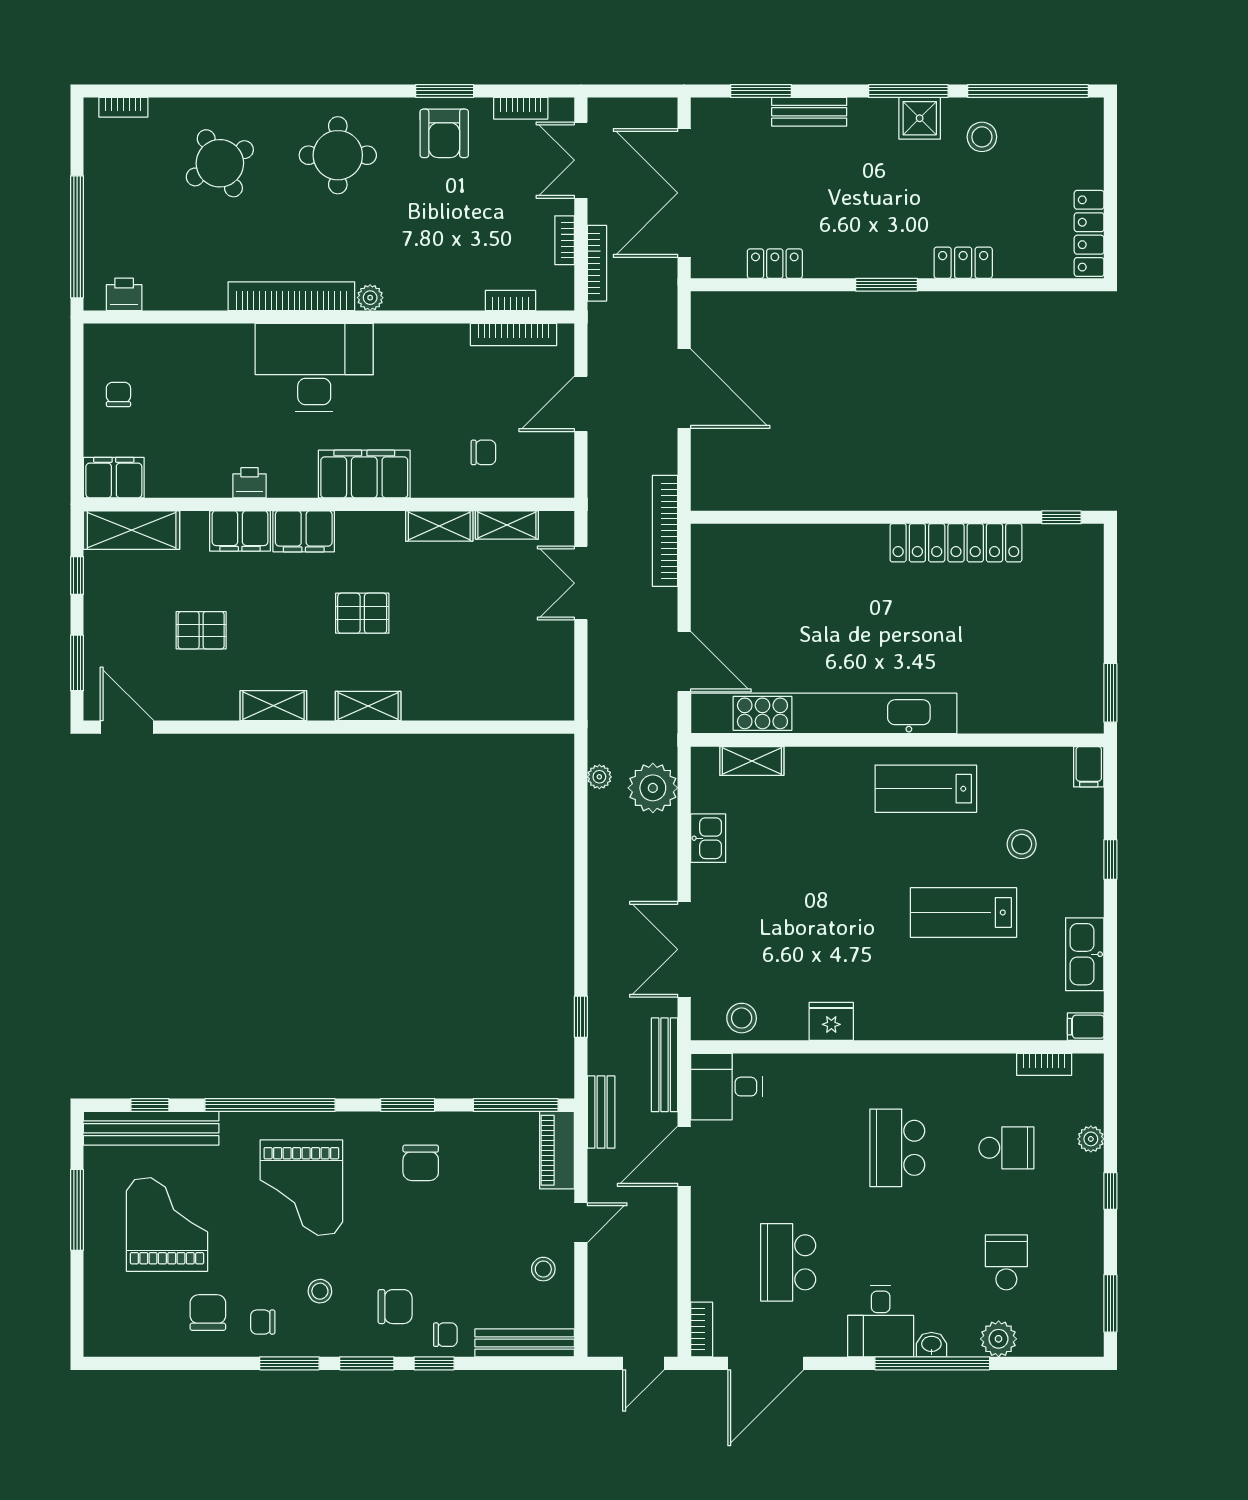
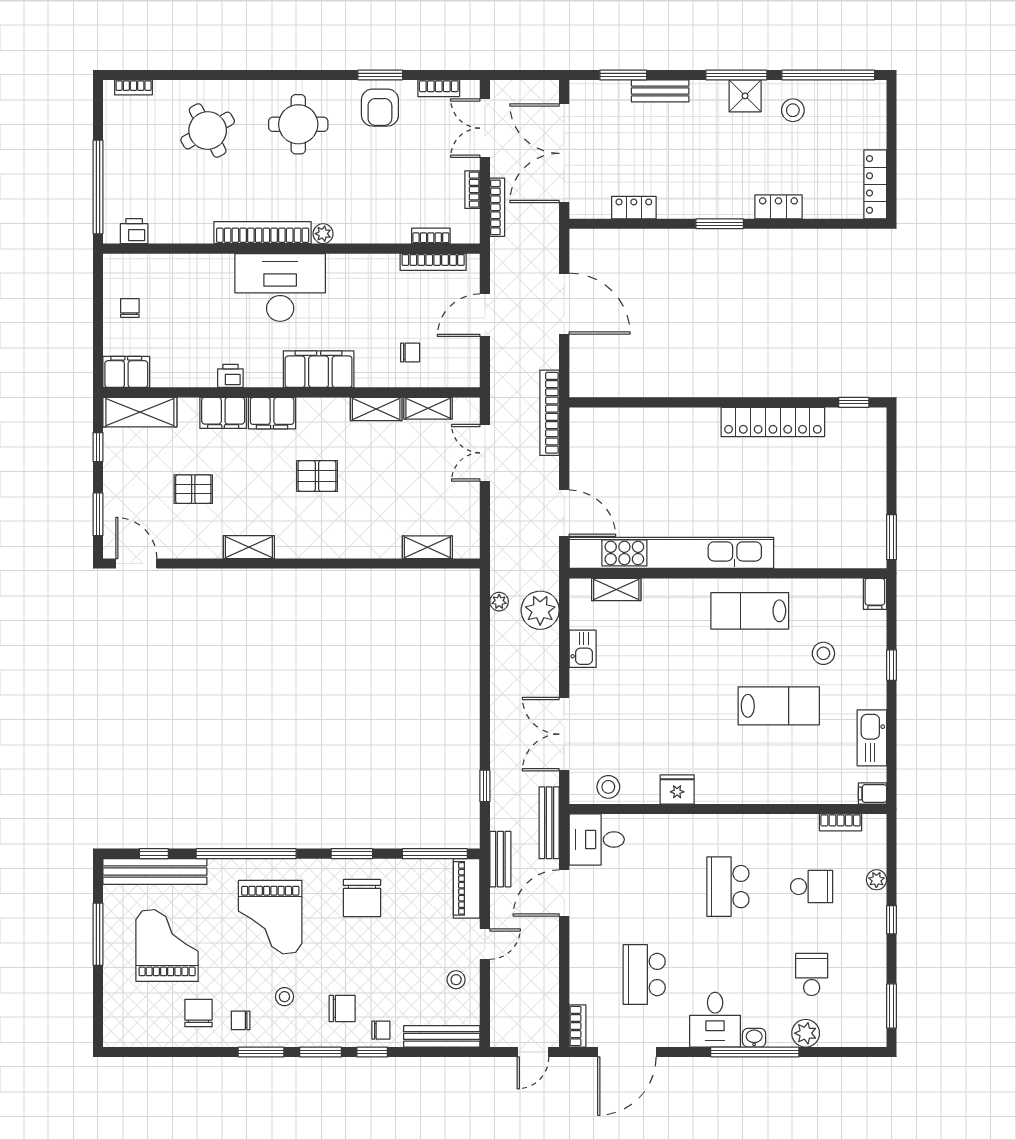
shelving: (368, 706) -> (427, 547), moved
lab bench: (964, 912) -> (779, 706), turned 180
chair: (421, 1163) -> (362, 898), width x1.37, depth x1.37

